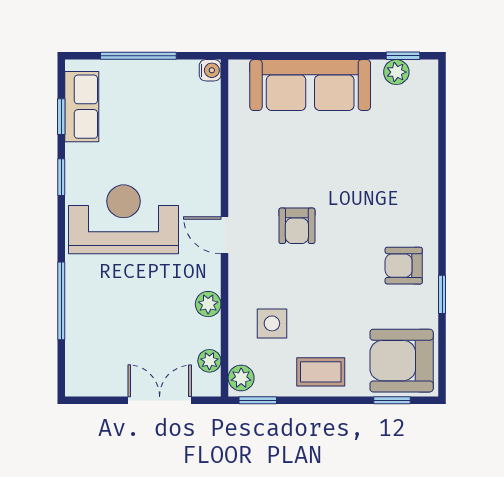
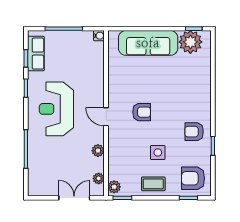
plant: (396, 72) -> (190, 42), width x1.88, depth x1.88
reception desk: (123, 219) -> (56, 109), turned -90
armchair: (297, 226) -> (142, 112), turned -90
side table: (272, 323) -> (158, 152), moved
armchair: (402, 361) -> (193, 178), width x0.73, depth x0.73

